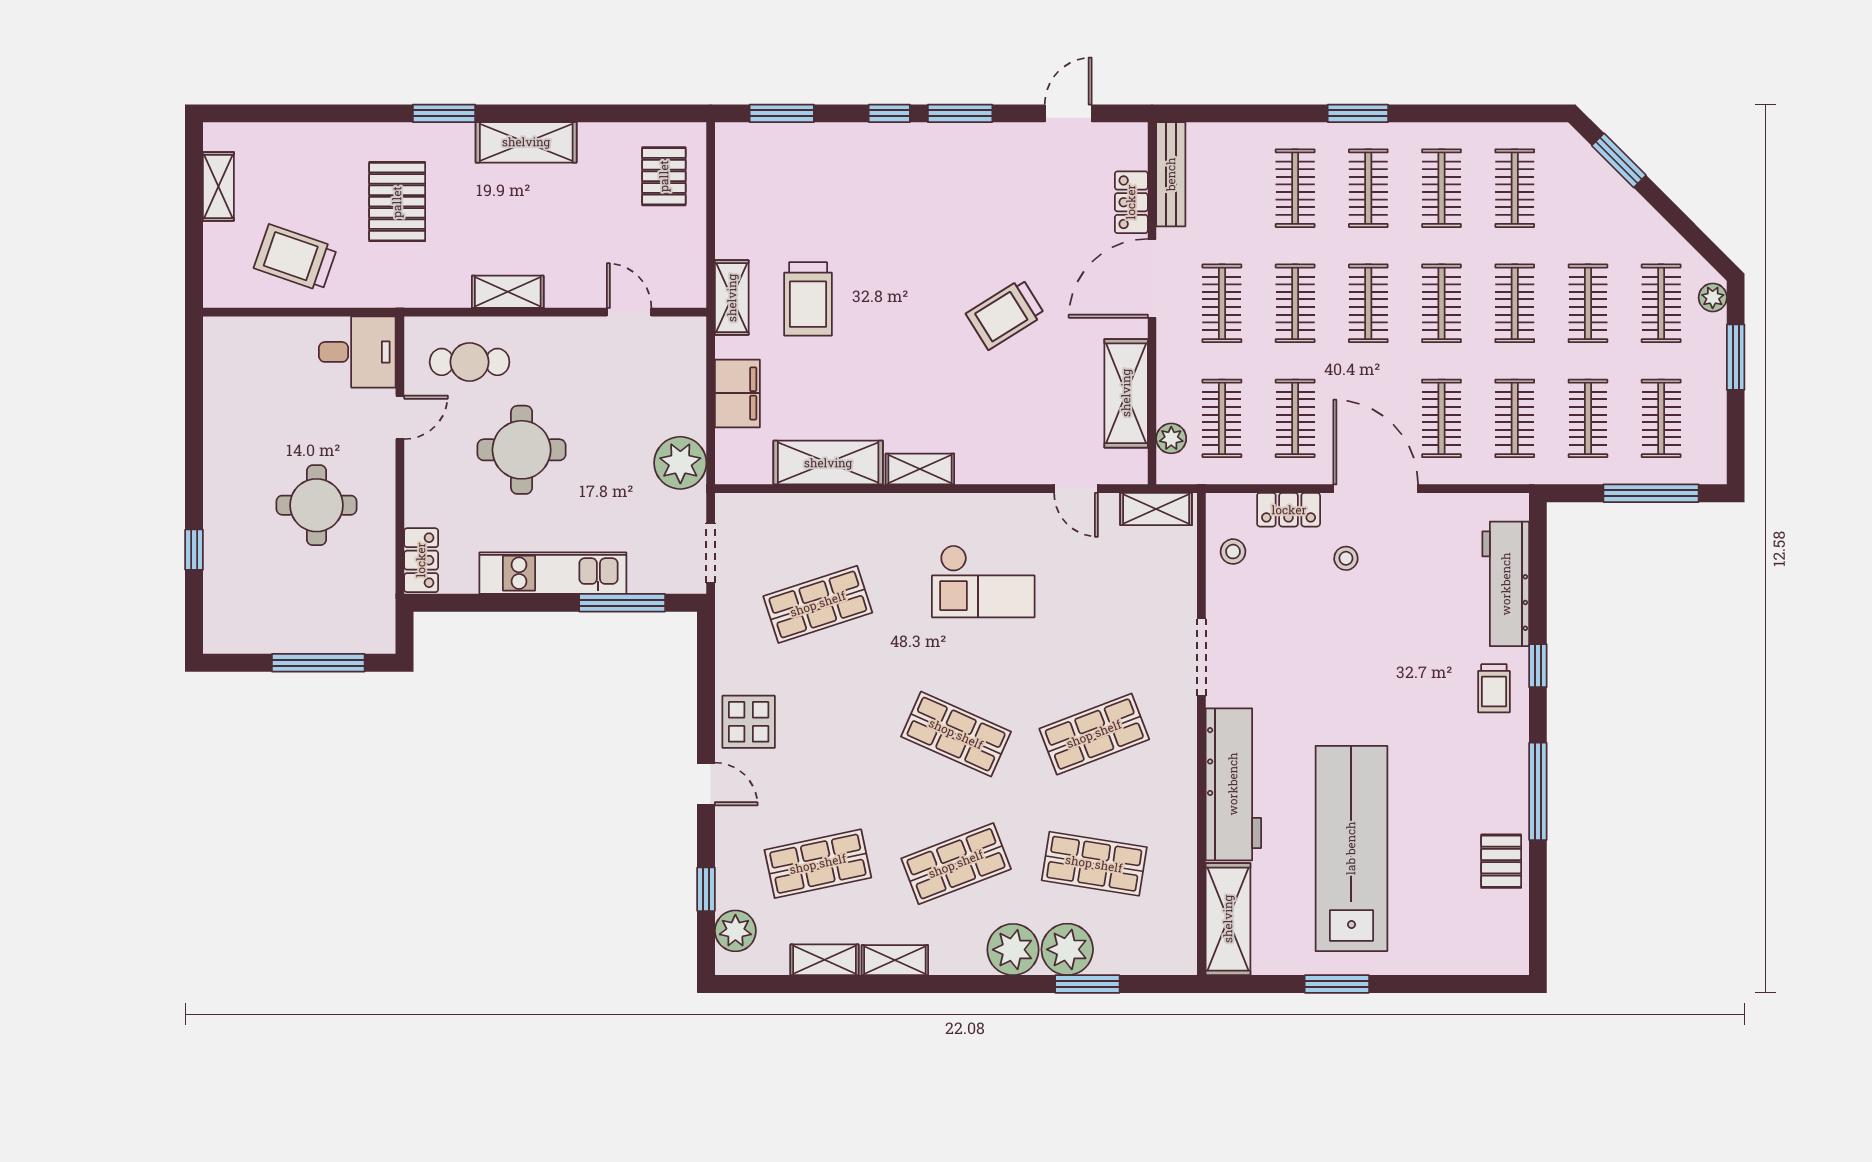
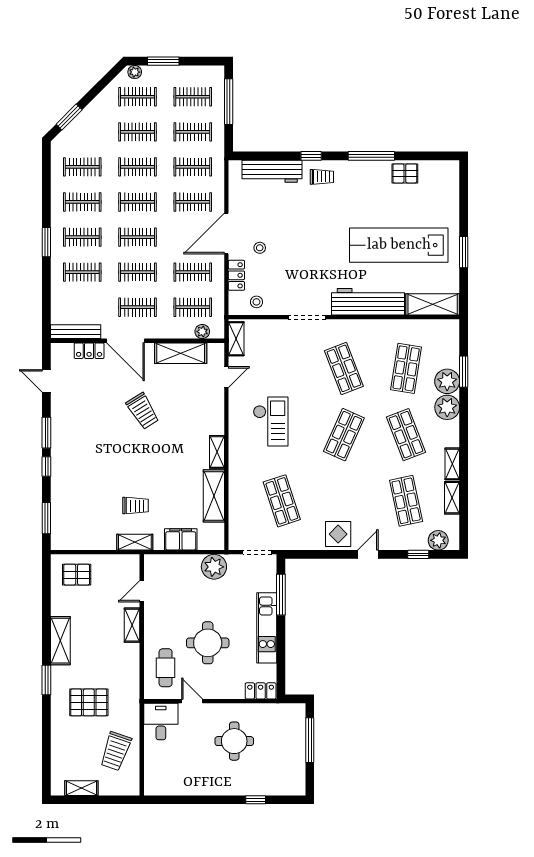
shelving: (508, 292) -> (132, 625), moved
trolley: (808, 299) -> (135, 506), width x0.73, depth x0.72

